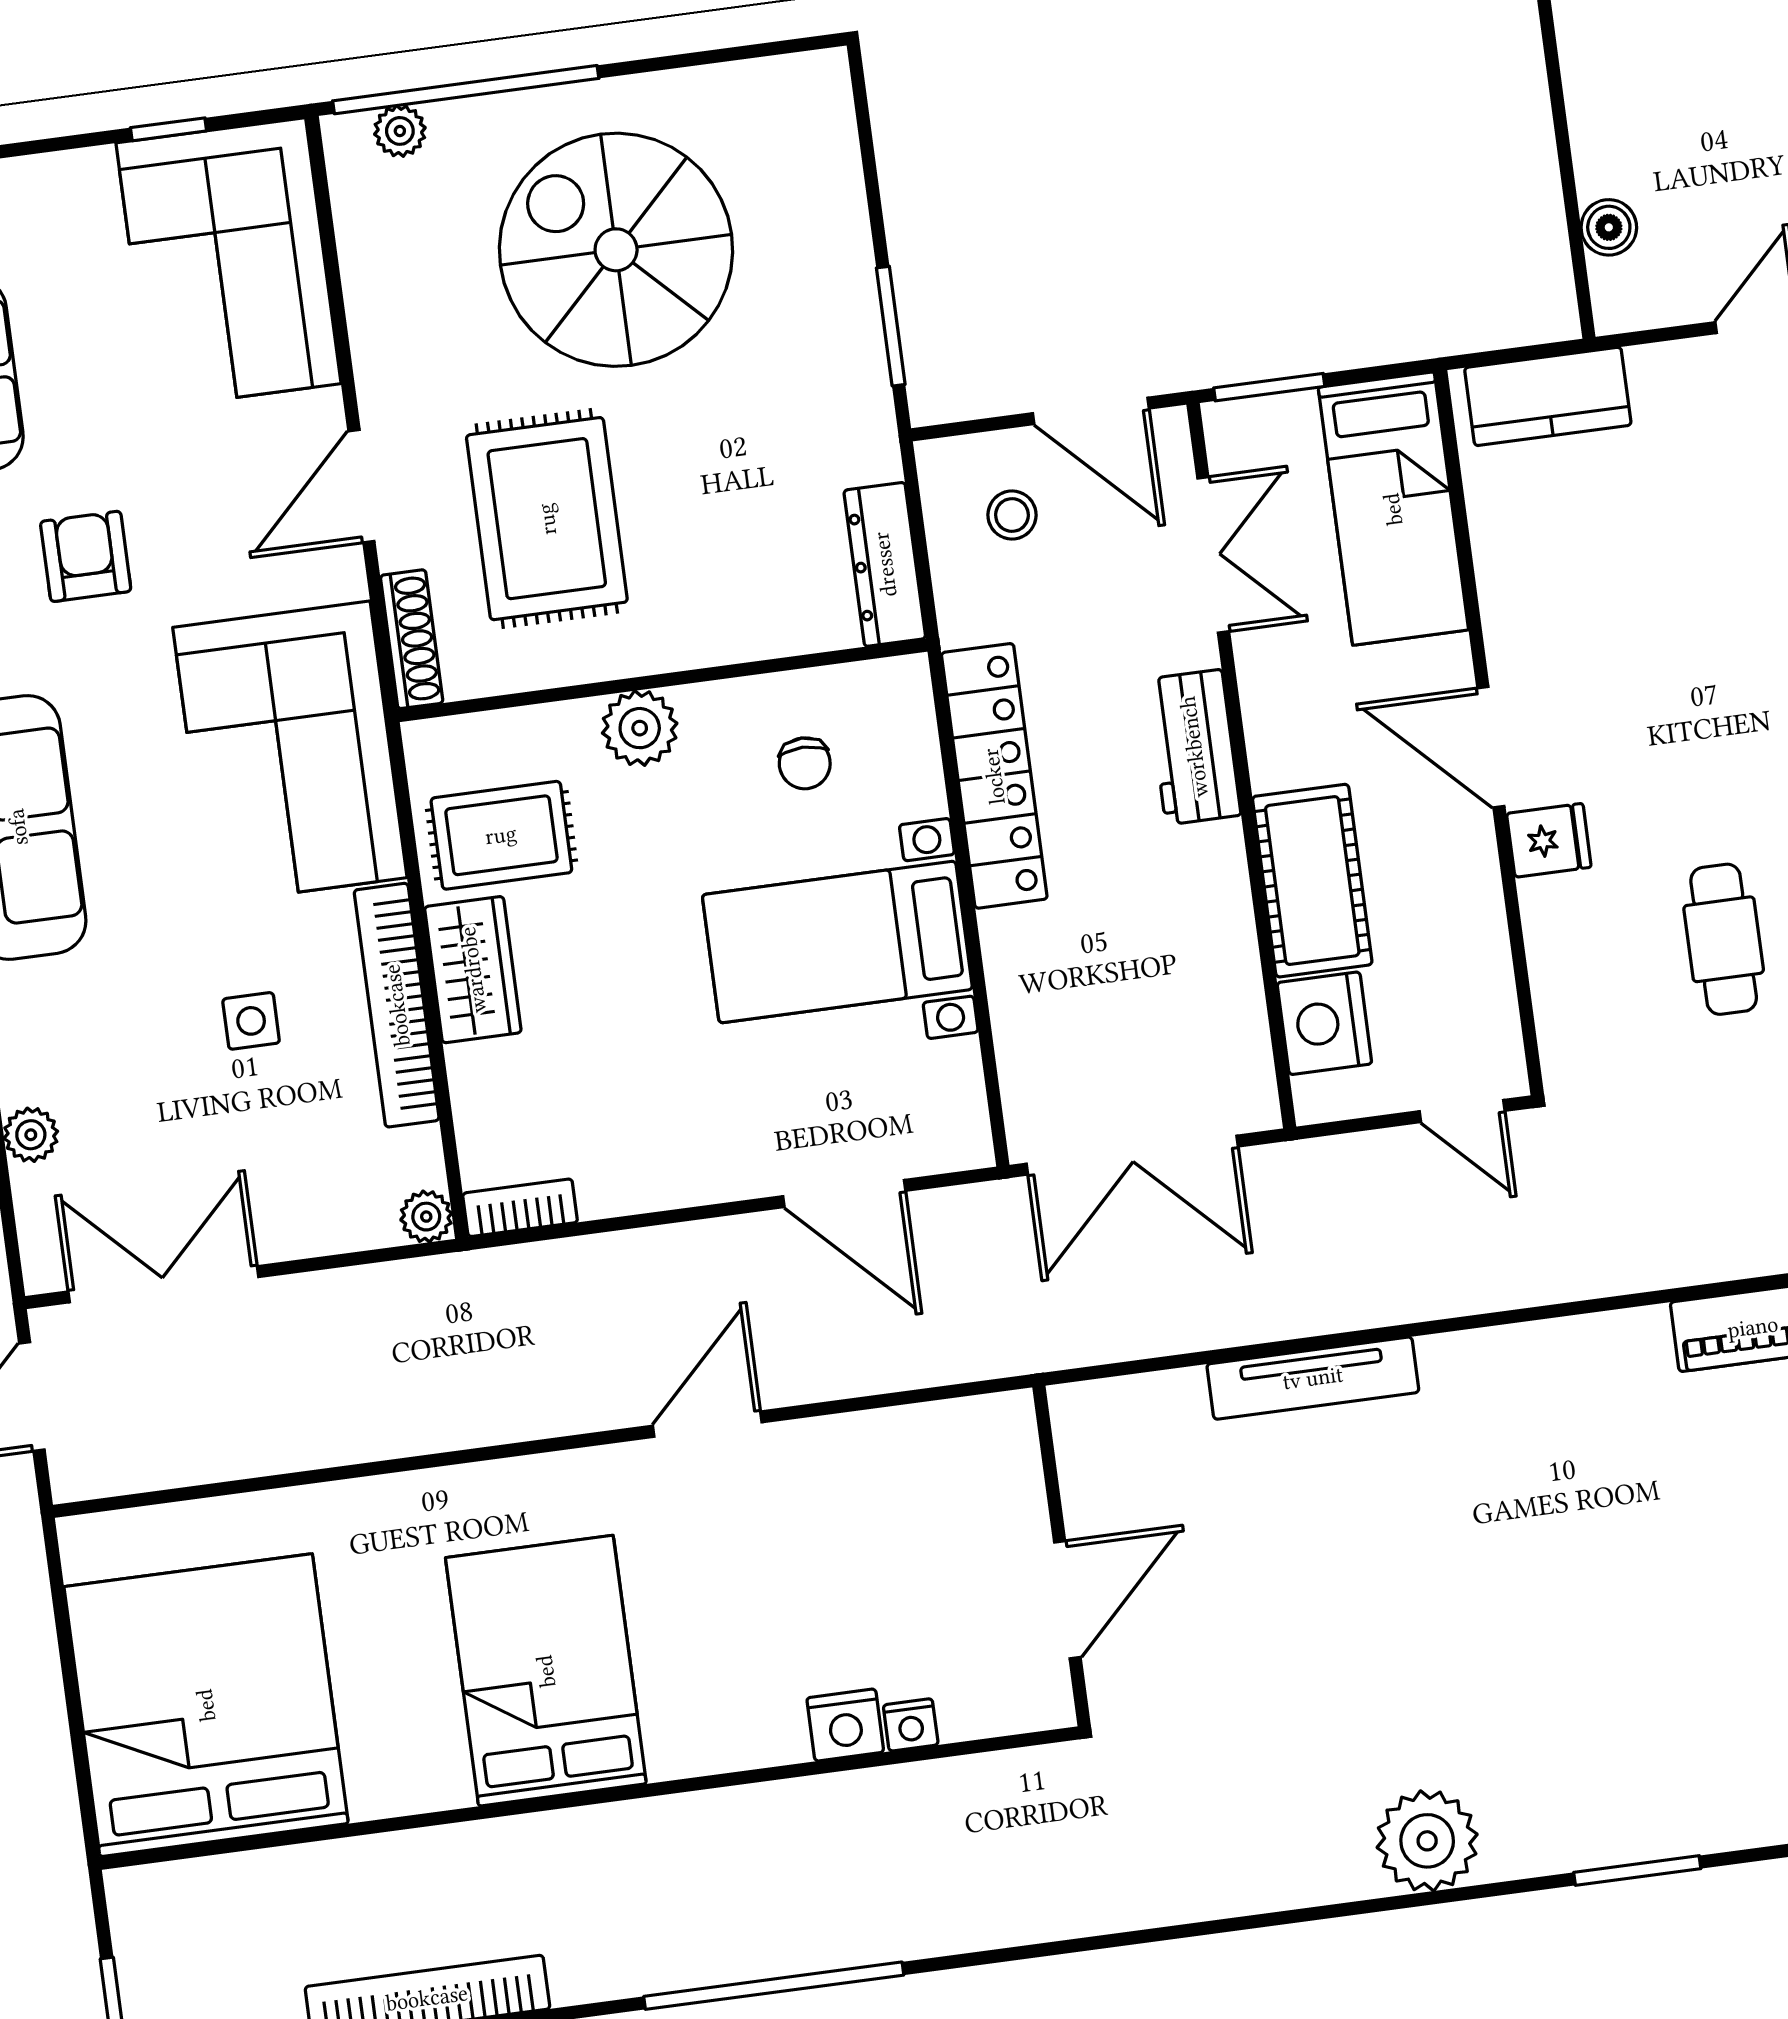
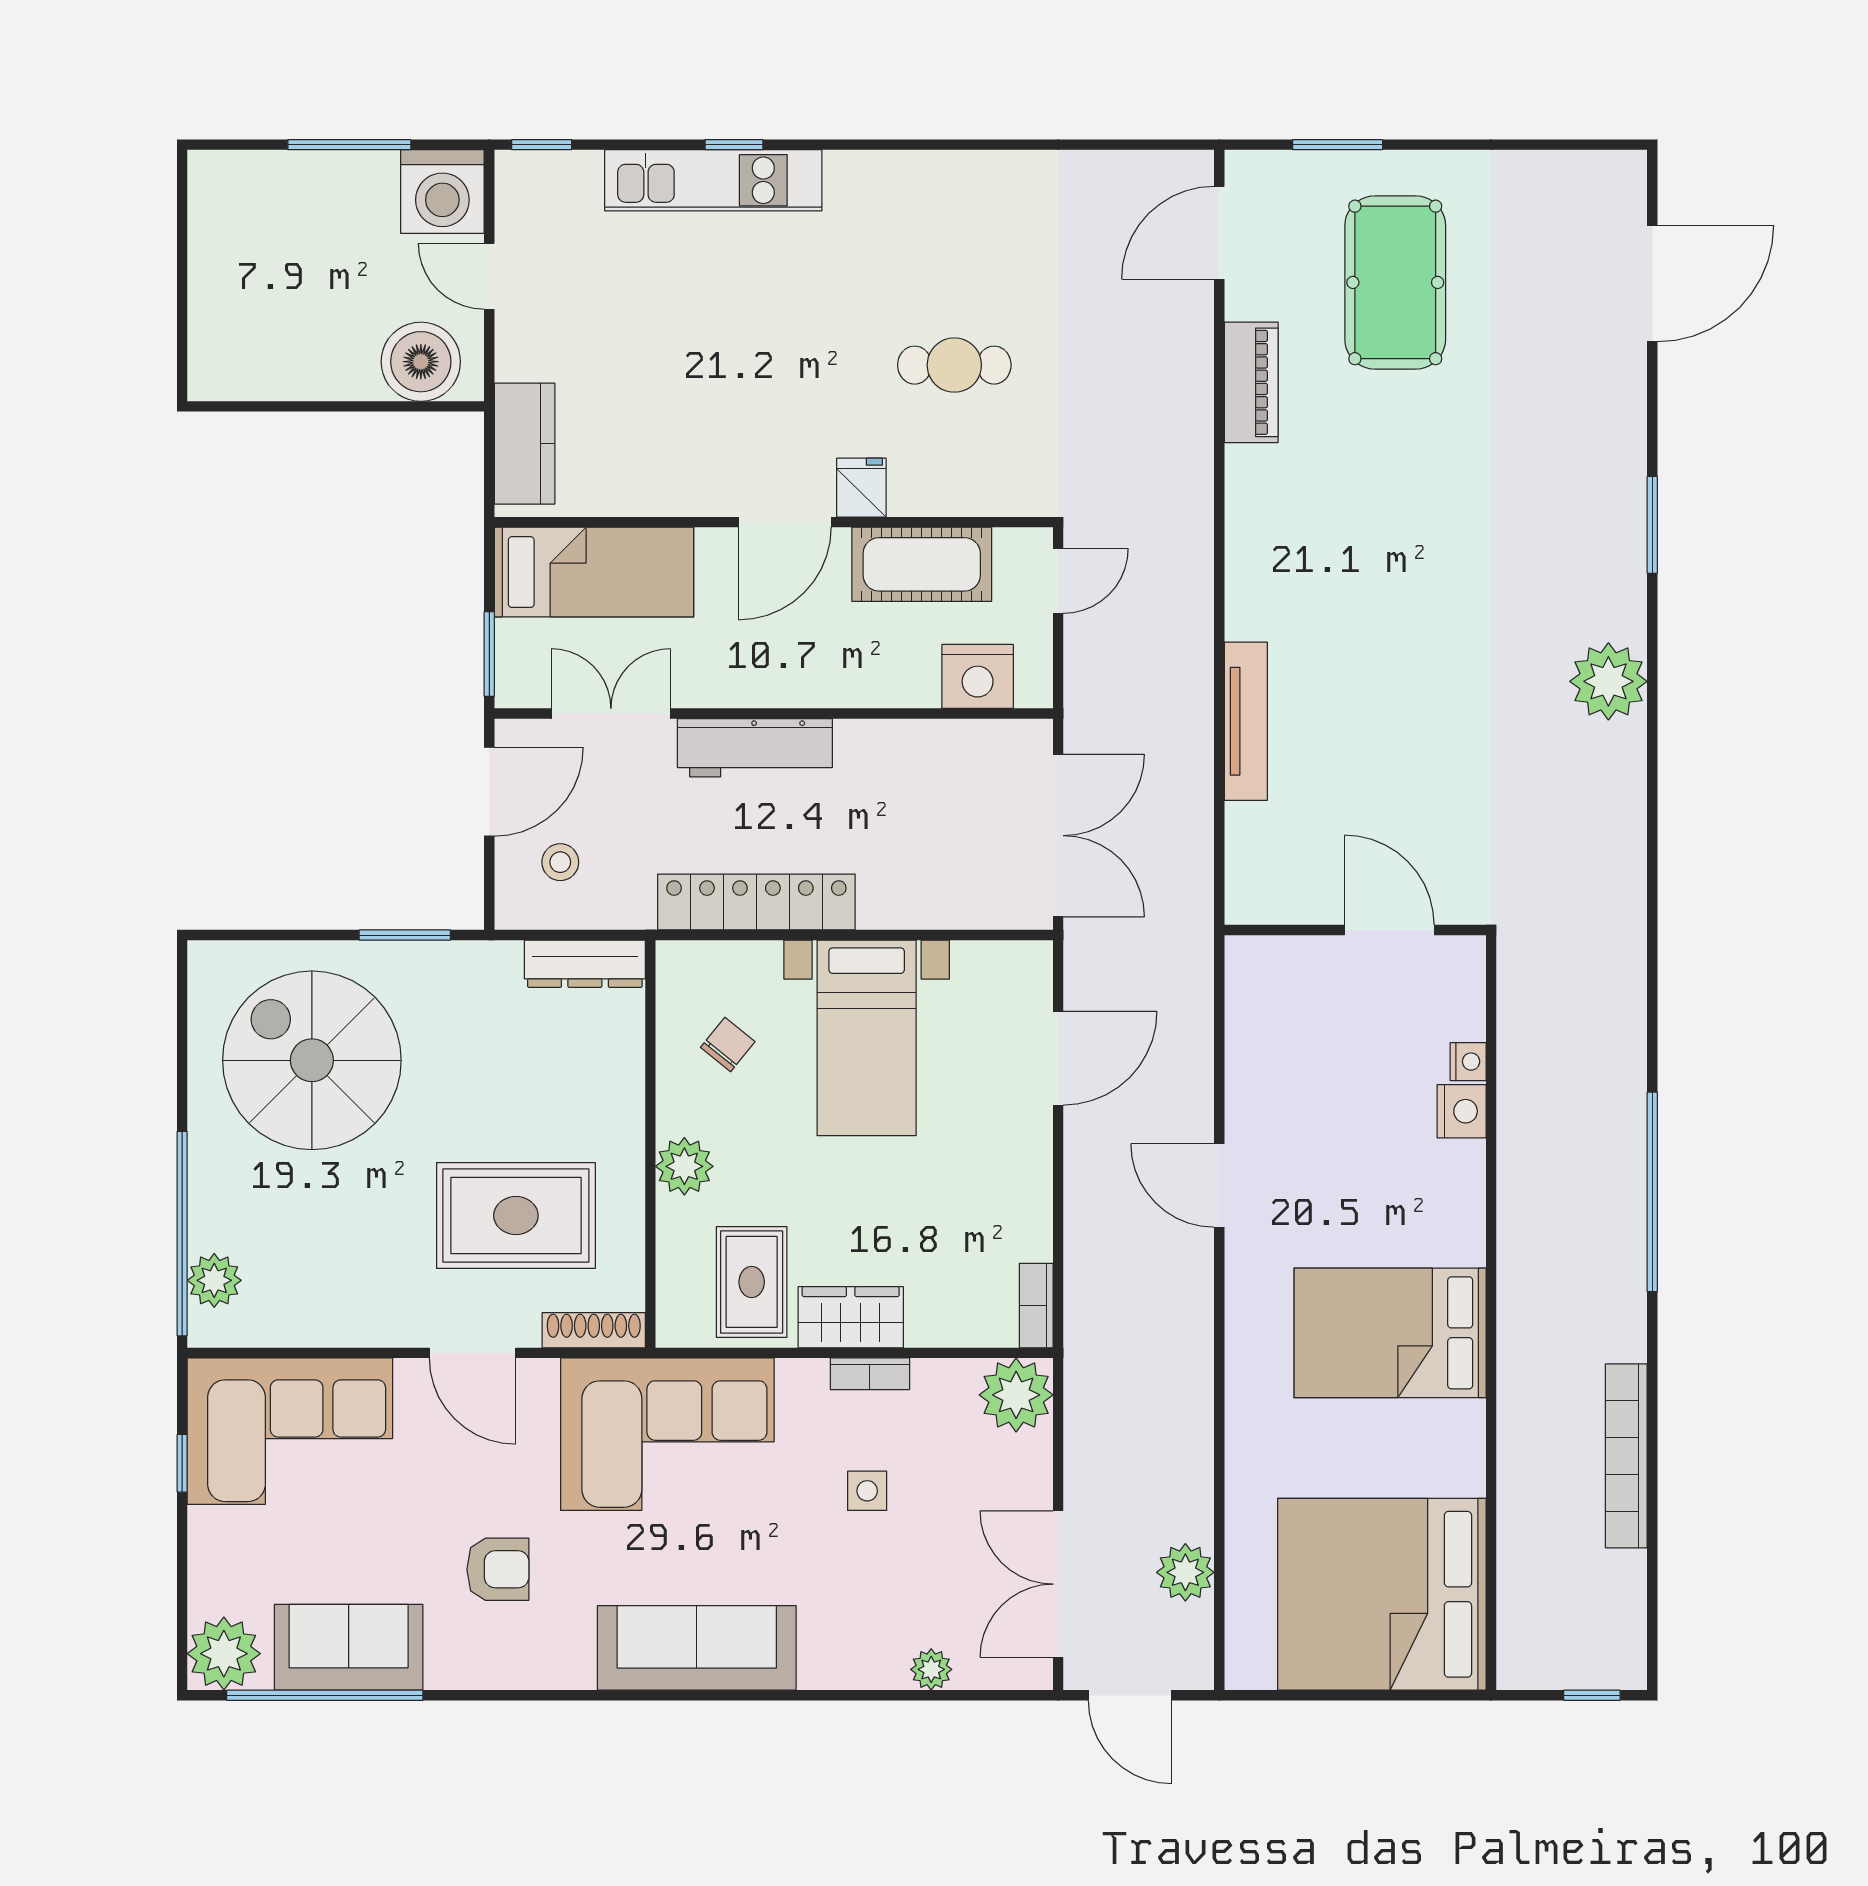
plant: (400, 131) -> (214, 1280), width x1.38, depth x1.38
boiler: (1609, 227) -> (421, 362), width x1.86, depth x1.86
spiral stairs: (616, 250) -> (312, 1060), moved, turned 90
armchair: (86, 556) -> (498, 1569), turned 180
workbench: (1194, 747) -> (755, 748), width x1.38
chair: (805, 763) -> (728, 1045), turned -51
cot: (1312, 881) -> (922, 564), moved
bookcase: (397, 1005) -> (870, 1374), width x0.43, depth x0.76
plant: (426, 1217) -> (1016, 1395), width x1.87, depth x1.87
plant: (201, 1447) -> (1185, 1572), added

